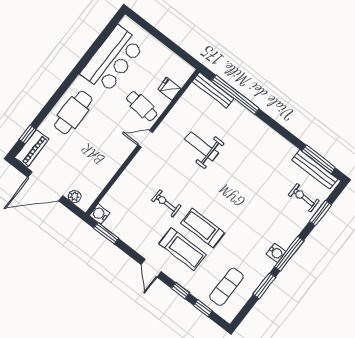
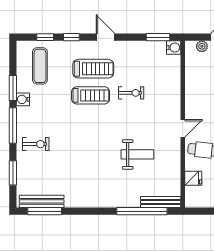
exercise bike: (304, 198) -> (36, 144), moved
treadmill: (183, 249) -> (93, 69), turned 180
water cooler: (276, 253) -> (23, 99), moved

